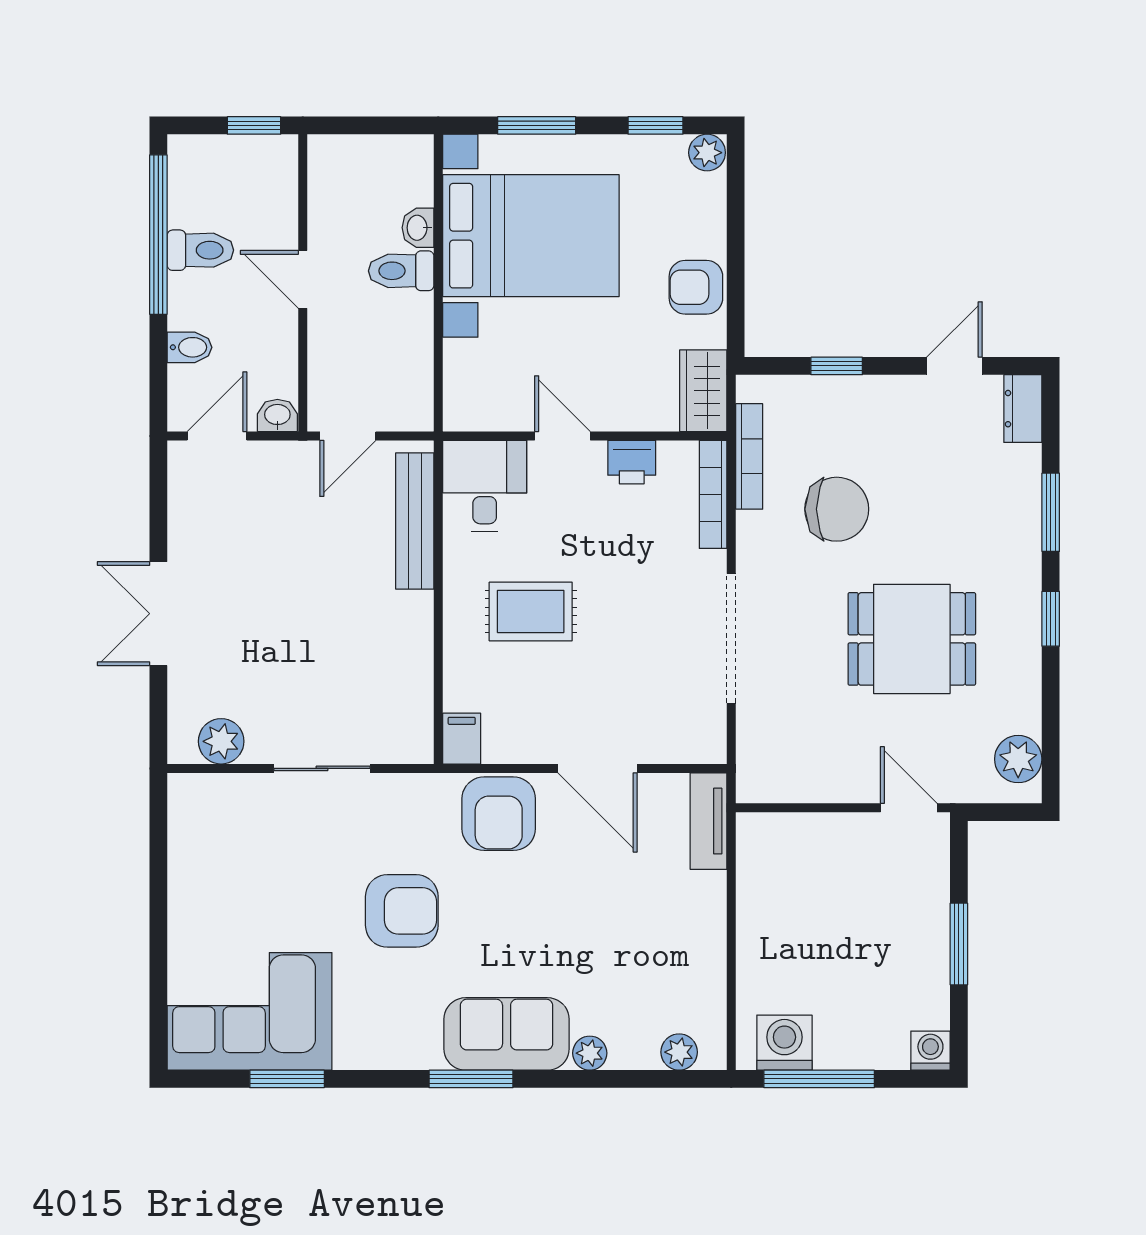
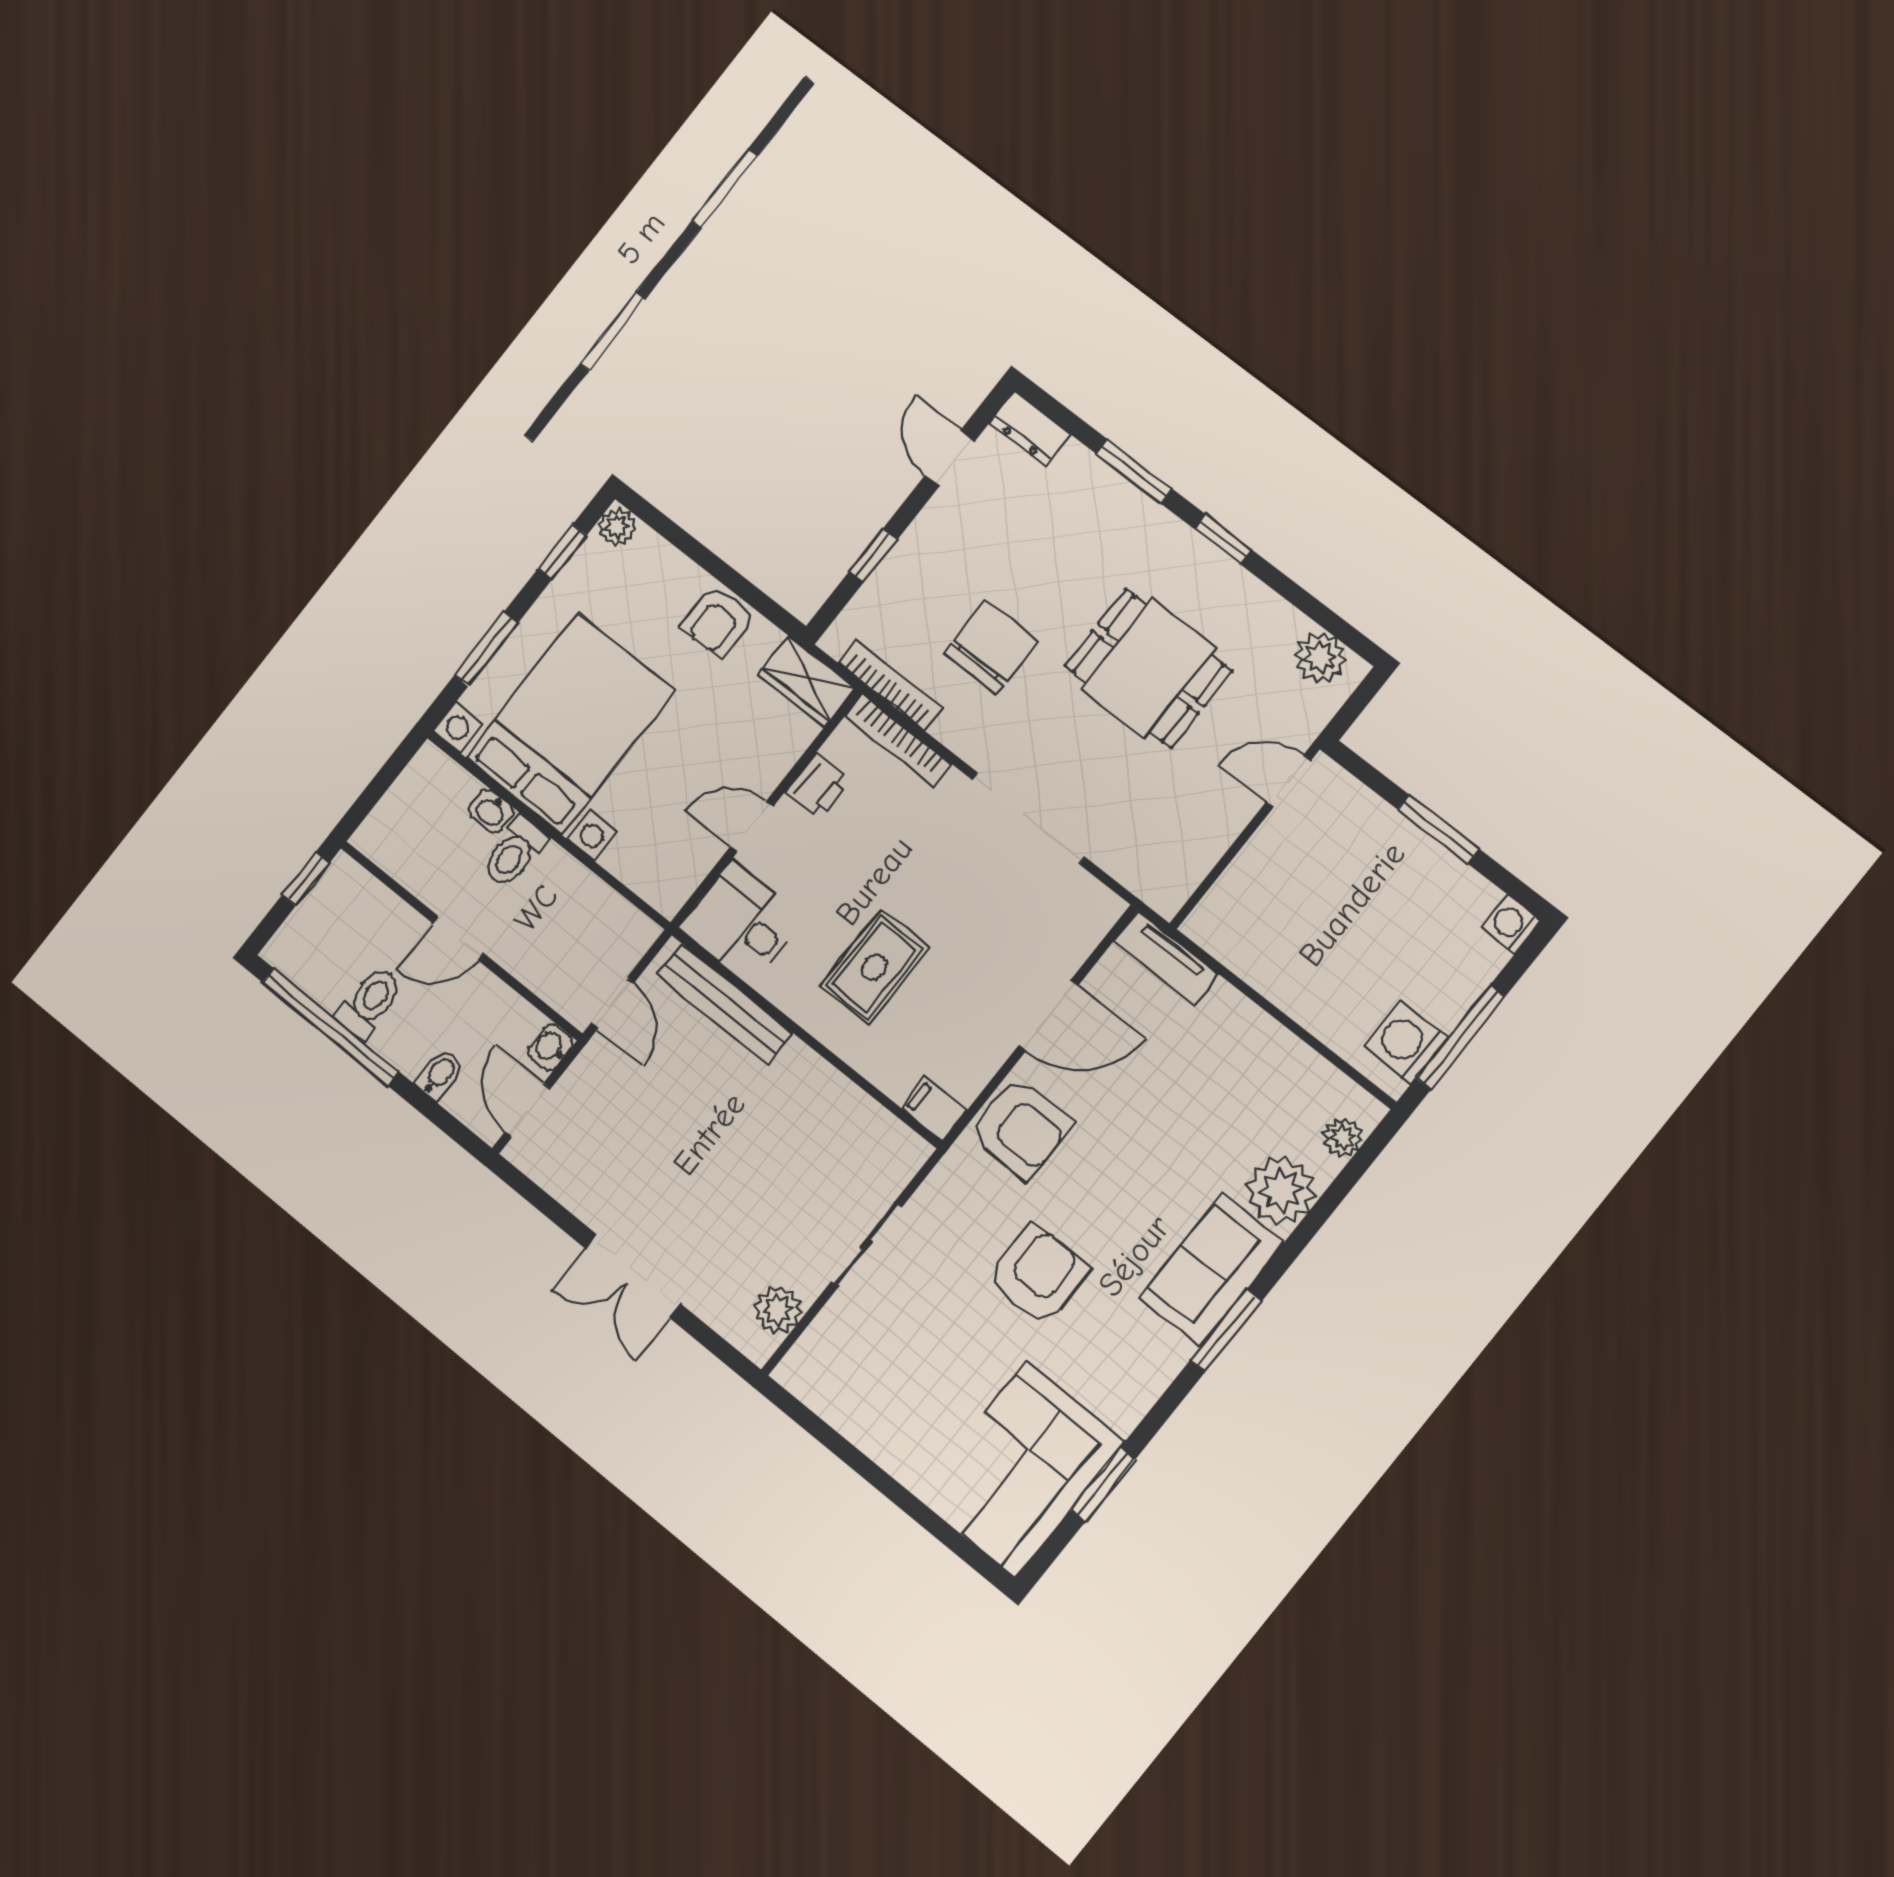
dining table: (912, 639) -> (1148, 668), turned 90
plant: (590, 1053) -> (1281, 1191), width x1.88, depth x1.88

